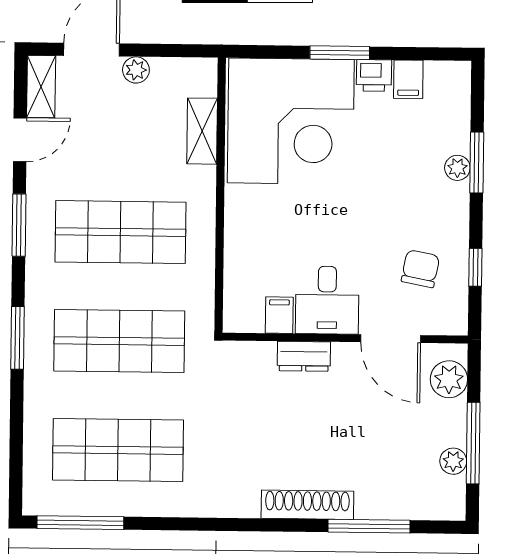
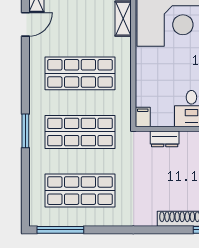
window: (19, 225) -> (25, 70), removed
filing cabinet: (279, 315) -> (143, 117), moved
dresser: (304, 356) -> (165, 139), moved

